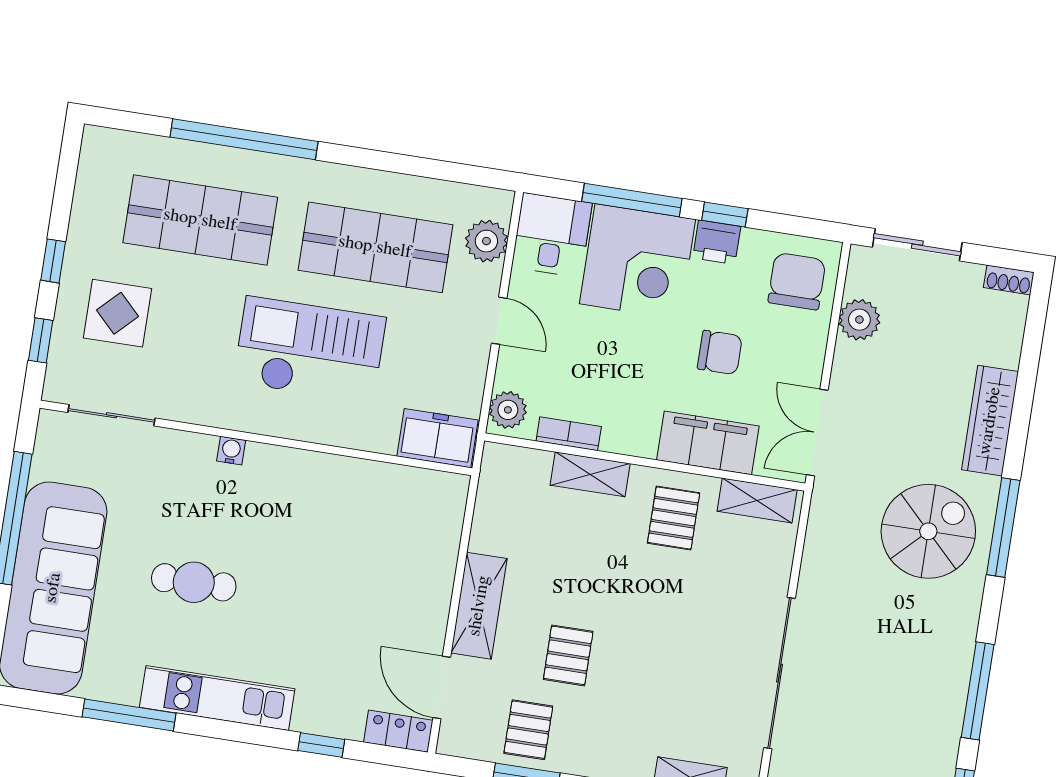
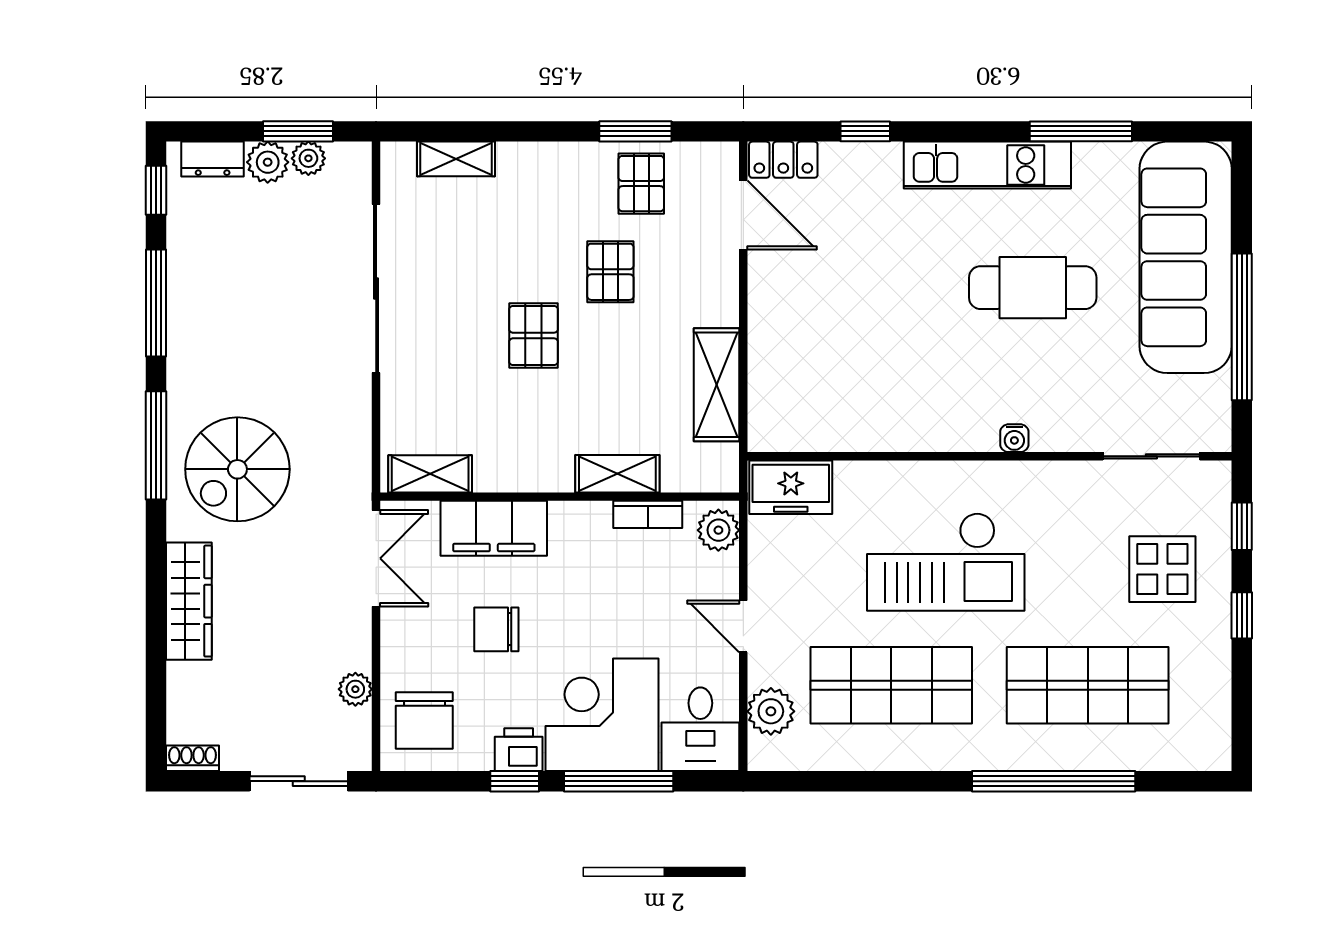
plant: (859, 320) -> (355, 689), width x0.73, depth x0.73
pallet: (674, 518) -> (533, 336), moved
window: (1003, 528) -> (156, 445), moved
cafe table: (194, 582) -> (1033, 288), width x1.37, depth x1.35
shelving: (479, 606) -> (717, 385), moved

